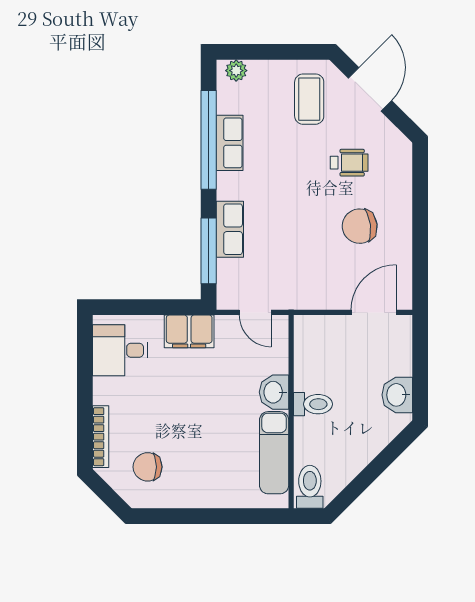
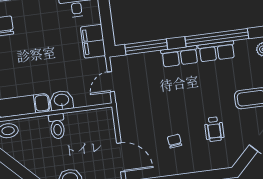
chair: (360, 226) -> (175, 141), width x0.54, depth x0.54
row of seats: (230, 229) -> (180, 56), moved

